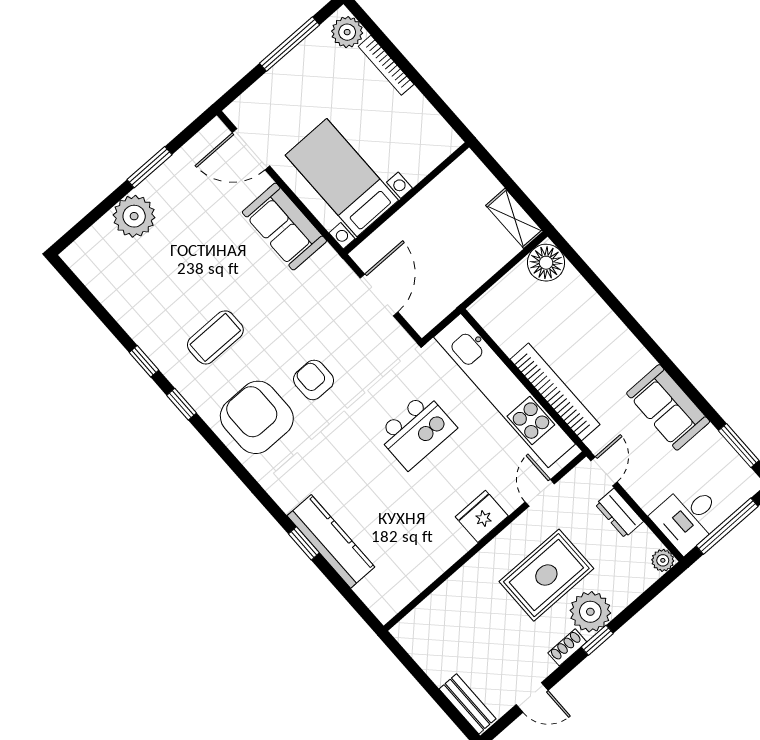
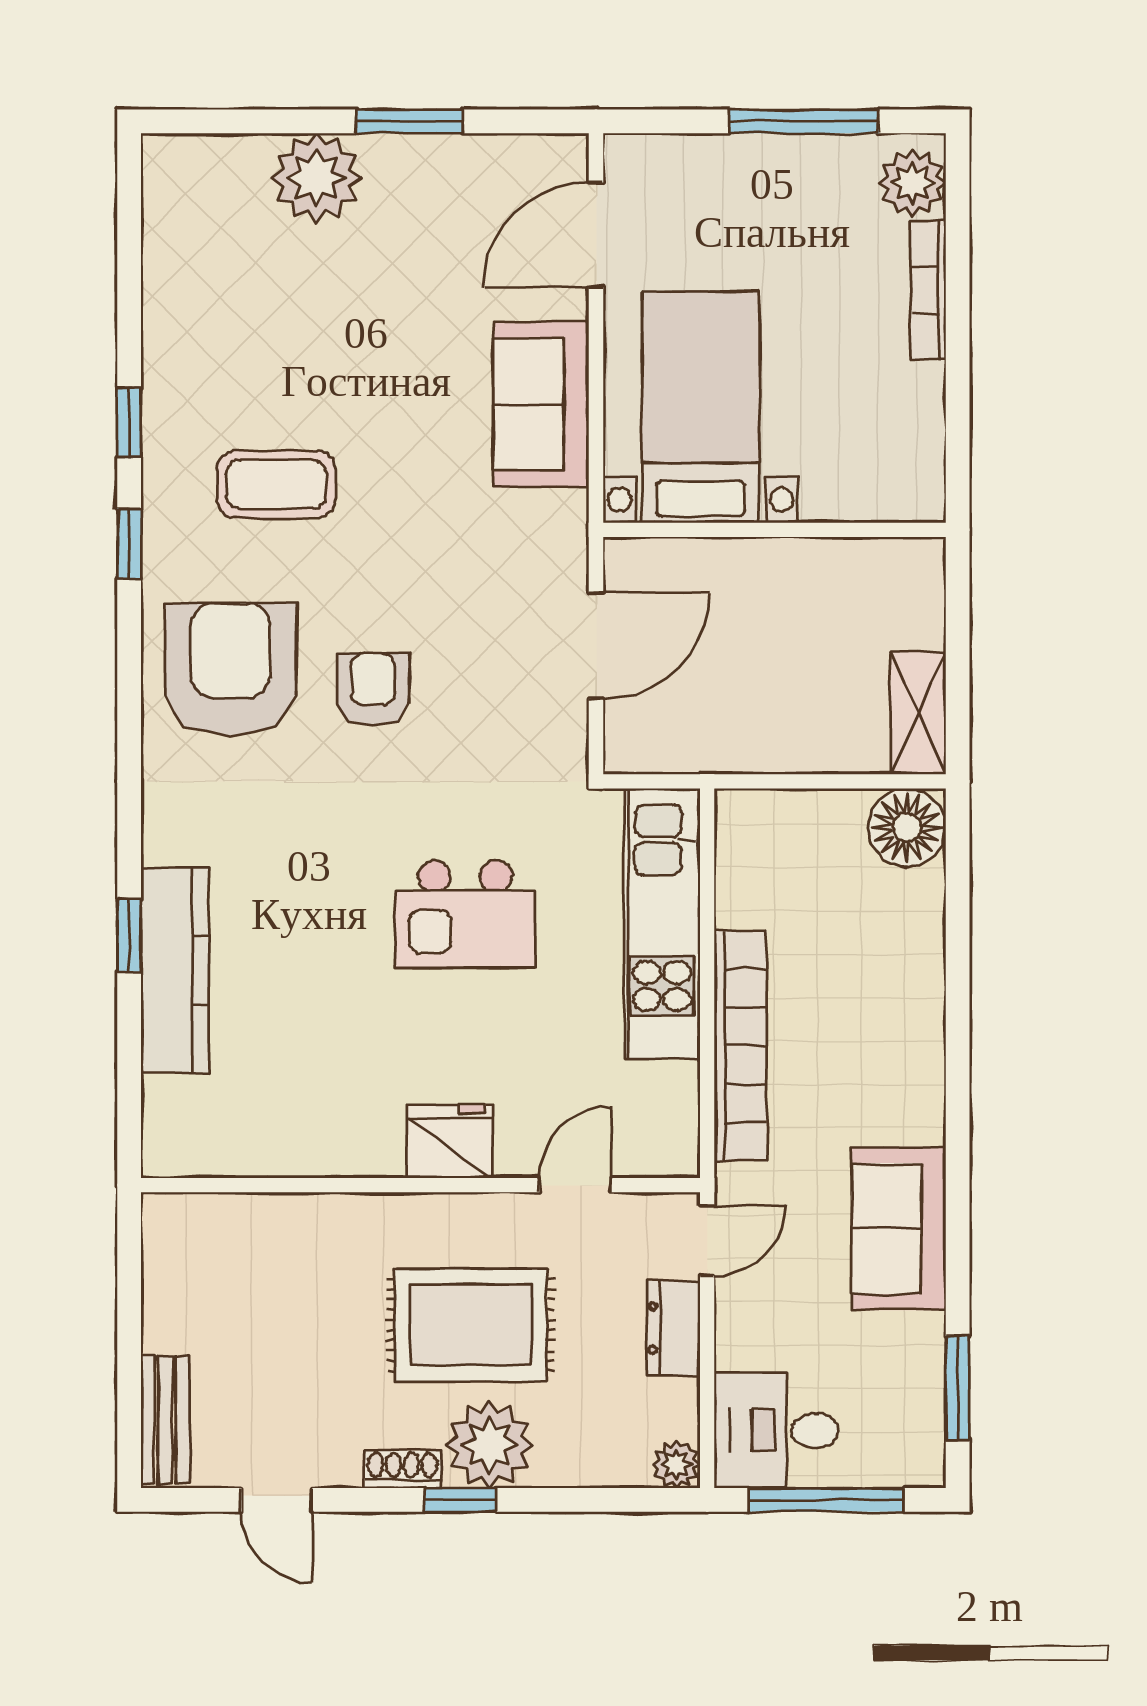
door: (251, 149) -> (596, 235), hinge flipped
kitchen unit: (504, 390) -> (662, 924), width x0.73

